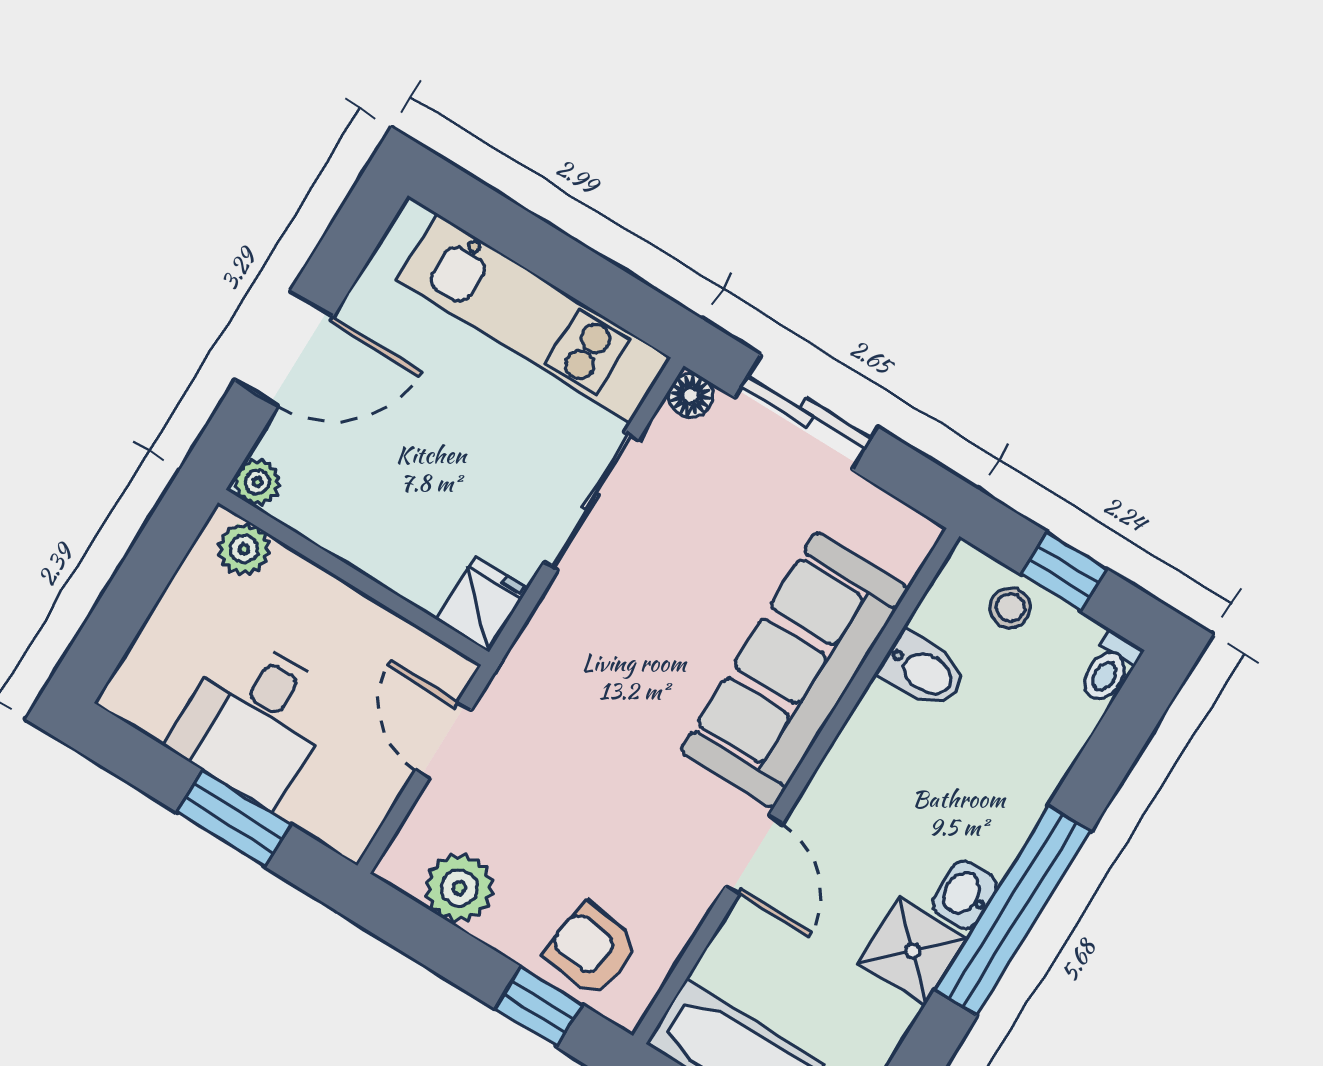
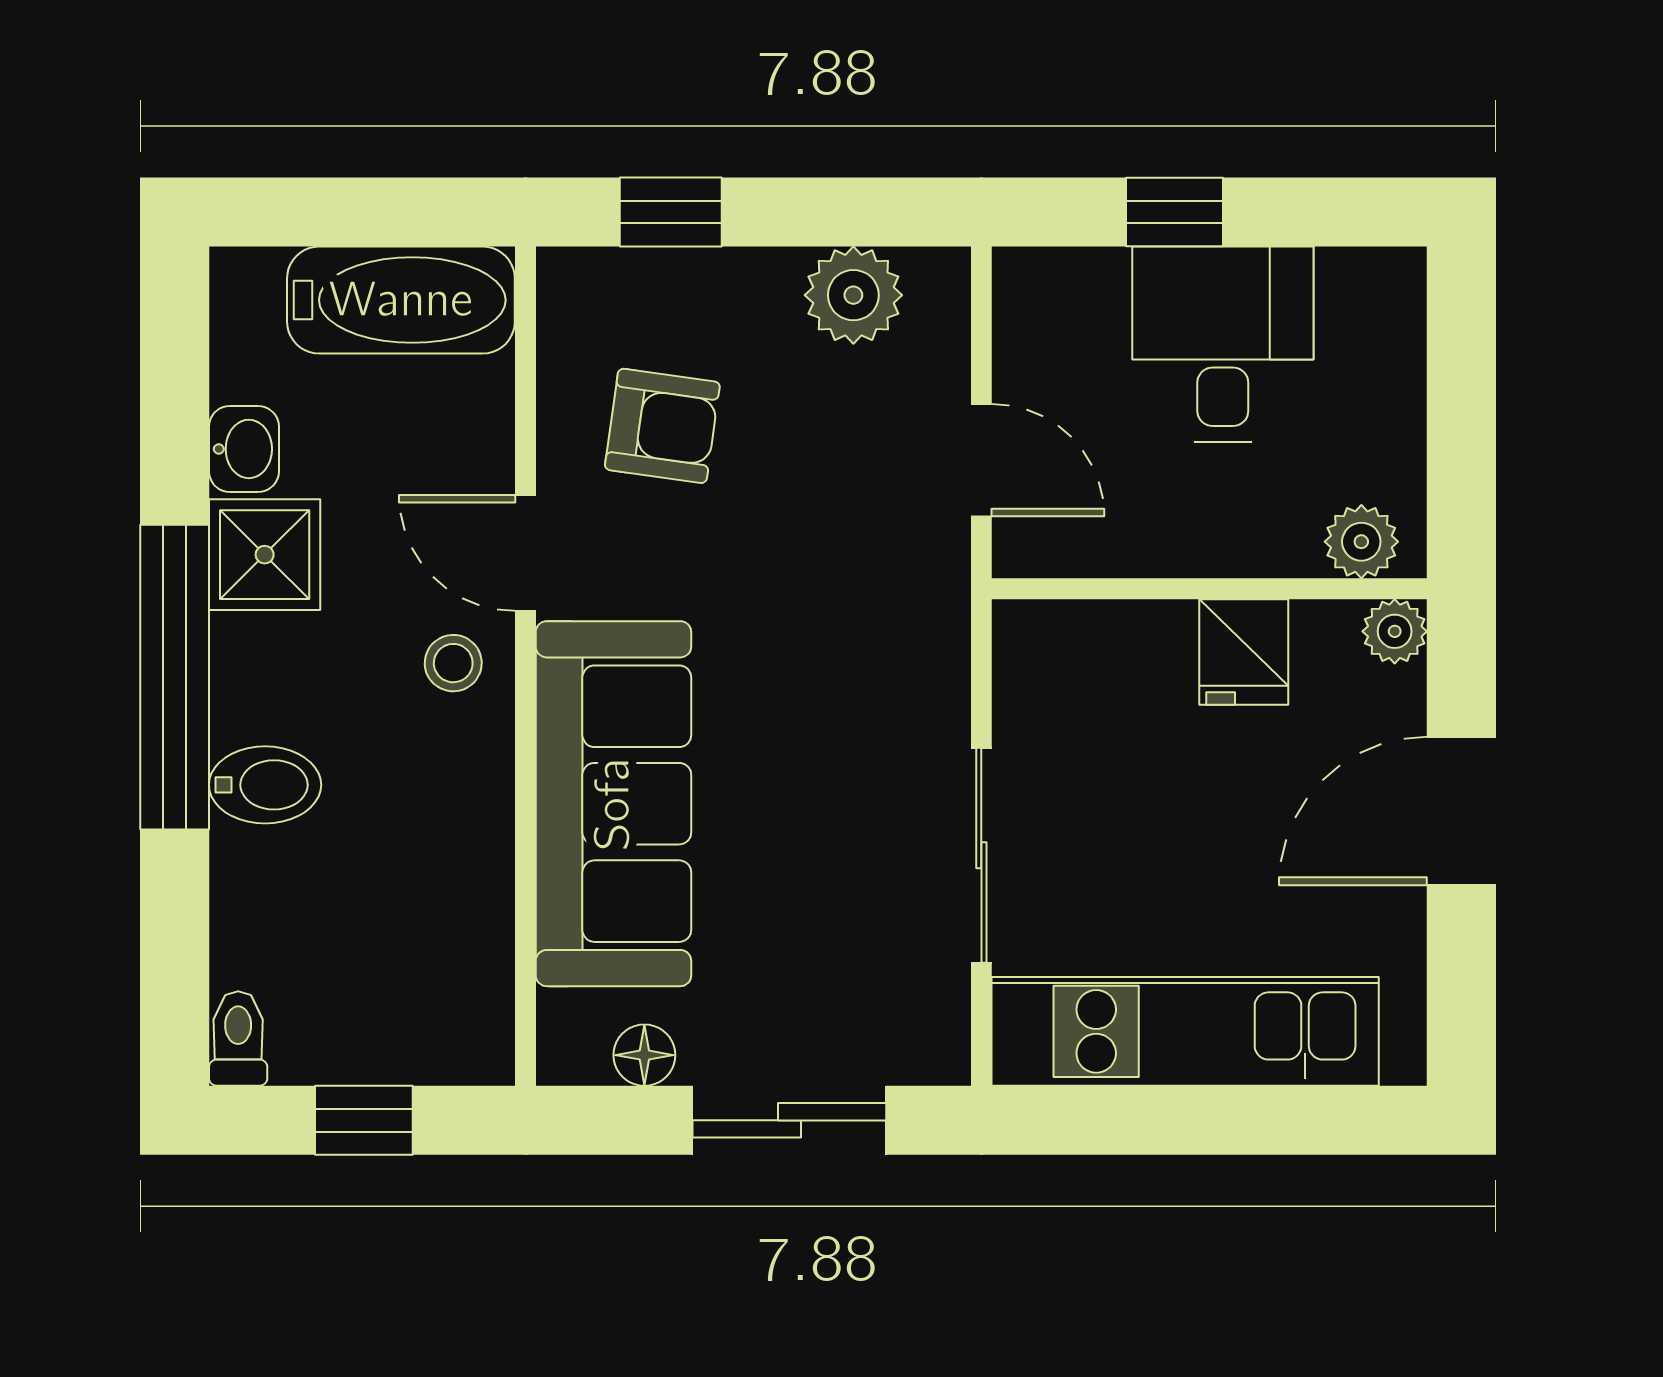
floor lamp: (691, 396) -> (644, 1055), moved
fridge: (482, 604) -> (1244, 652), moved
stool: (1010, 608) -> (453, 663), moved
bidet: (923, 671) -> (265, 785), moved, turned 180
window: (234, 818) -> (1175, 212), width x0.67
washbasin: (965, 895) -> (244, 449), moved
armchair: (592, 950) -> (662, 426), moved

